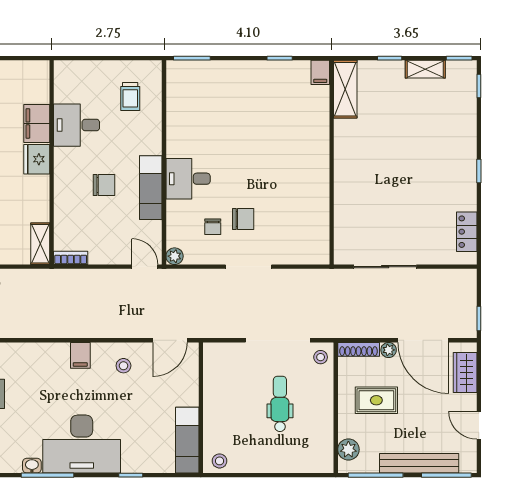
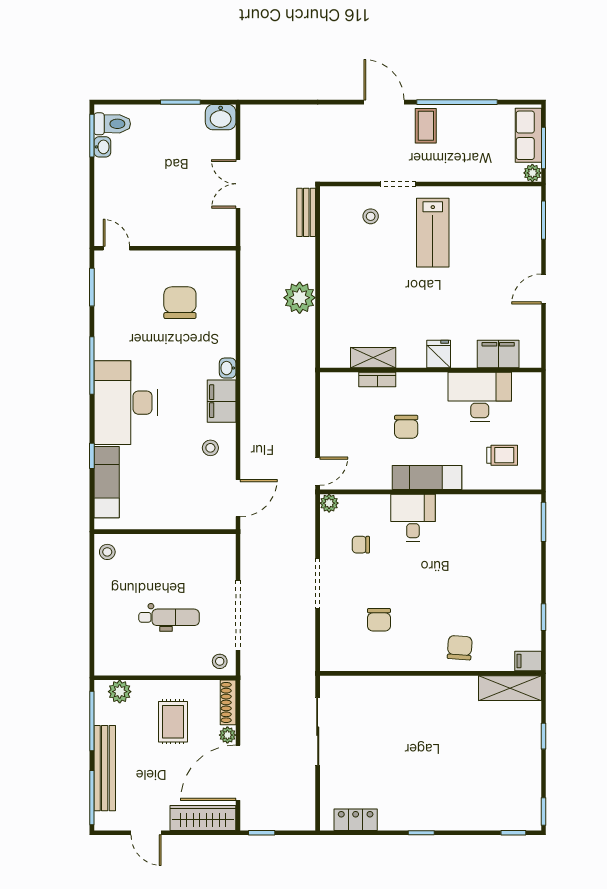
shelving: (425, 69) -> (532, 775), removed
trolley: (130, 96) -> (502, 455), turned 180
filing cabinet: (37, 123) -> (498, 354), moved
desk: (77, 125) -> (480, 397), width x1.37
chair: (308, 136) -> (460, 648), added
fridge: (37, 159) -> (439, 354), width x0.72
exam couch: (151, 188) -> (427, 477), moved
chair: (243, 219) -> (379, 620), moved
shelving: (40, 244) -> (373, 358), moved
bookcase: (71, 258) -> (377, 380), moved, turned 90
door: (170, 340) -> (238, 498), swing flipped
filing cabinet: (80, 355) -> (222, 401), width x2.00
wardrobe: (465, 373) -> (203, 818), width x1.50
door: (479, 425) -> (146, 833), swing flipped
exam couch: (187, 440) -> (107, 482), moved, turned 90
washbasin: (32, 466) -> (228, 368), moved, turned 180

